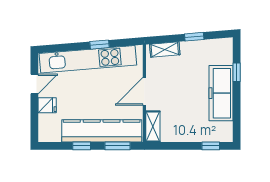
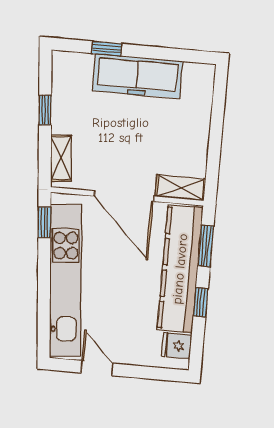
window: (99, 45) -> (44, 222), moved
door: (144, 91) -> (124, 196), width x1.36
fridge: (47, 105) -> (177, 346), moved, turned -90
window: (211, 146) -> (219, 99), removed

